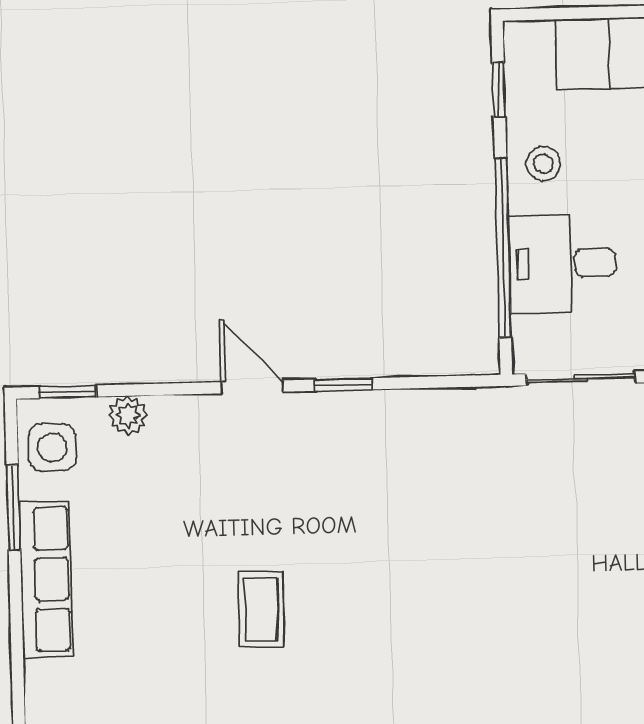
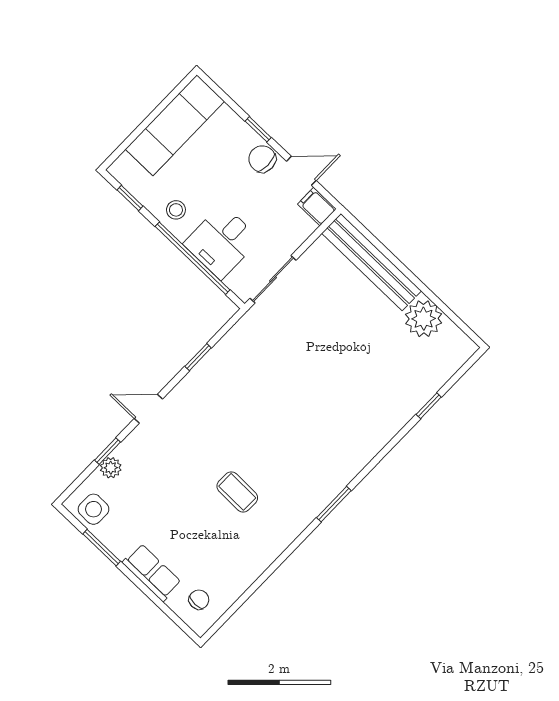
window: (344, 385) -> (198, 357), moved
window: (68, 392) -> (108, 451), moved
row of seats: (46, 579) -> (152, 573), width x0.68
chair: (73, 700) -> (199, 600), added

